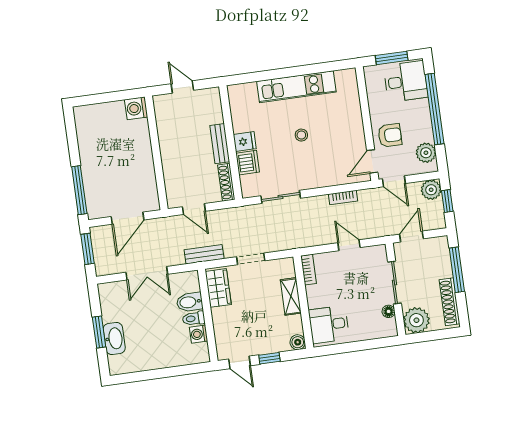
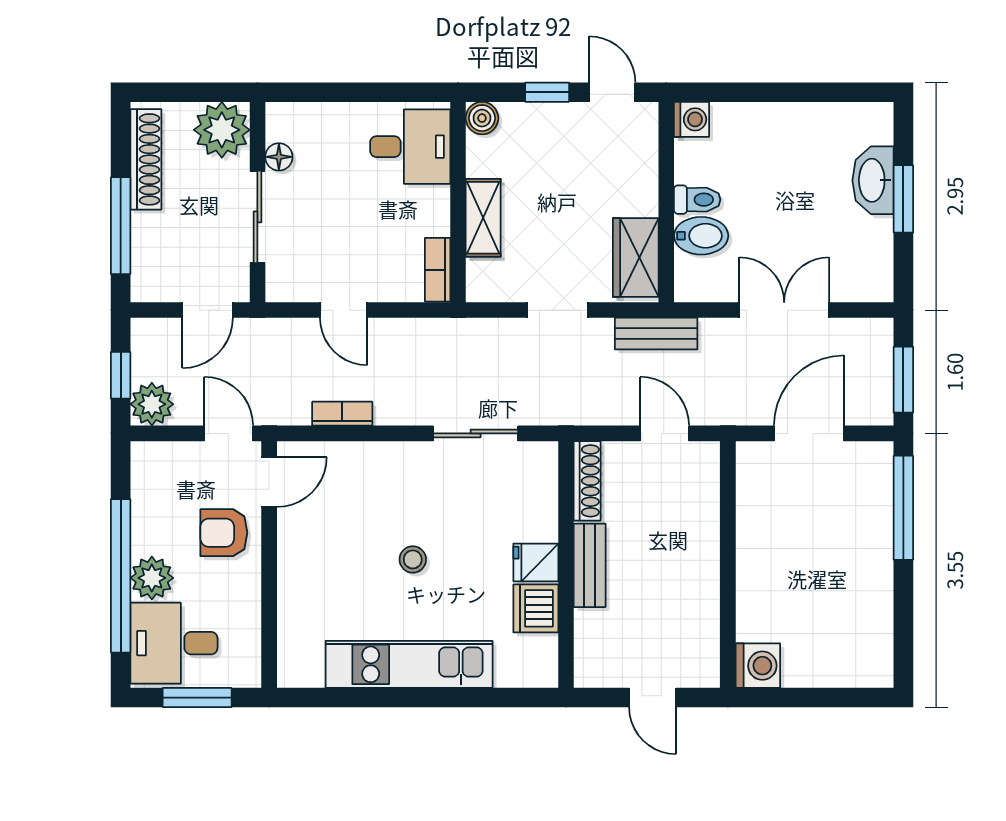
plant: (426, 153) -> (152, 578), moved
dishwasher: (248, 163) -> (536, 608), moved
washing machine: (199, 334) -> (692, 119), moved

